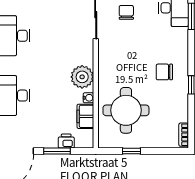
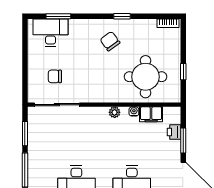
chair: (164, 72) -> (110, 41), turned 144
plant: (82, 77) -> (115, 112), width x0.53, depth x0.53

